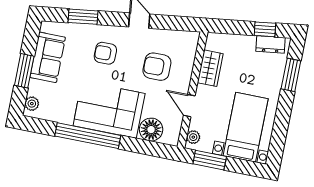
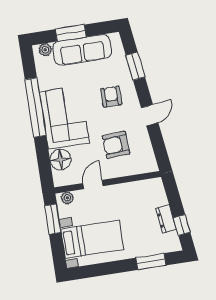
dresser: (271, 44) -> (166, 219), moved
sofa: (48, 57) -> (82, 50), width x1.36
armchair: (157, 67) -> (116, 145), turned -93
wardrobe: (210, 68) -> (131, 191), removed

